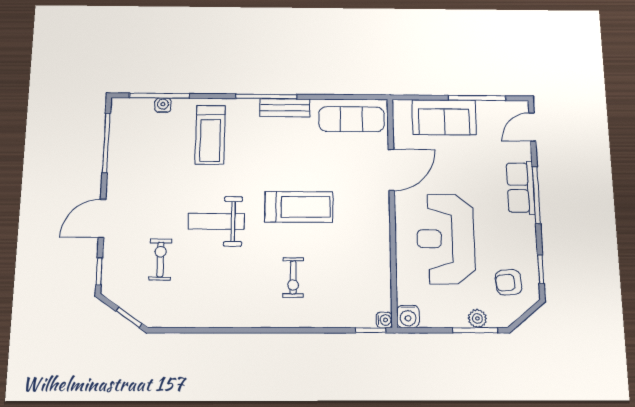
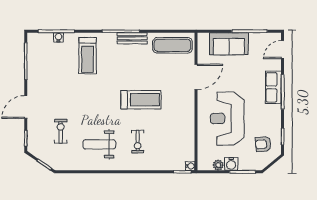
weight bench: (216, 221) -> (99, 144), moved
water cooler: (408, 316) -> (231, 164), moved
plant: (477, 318) -> (218, 165), moved

